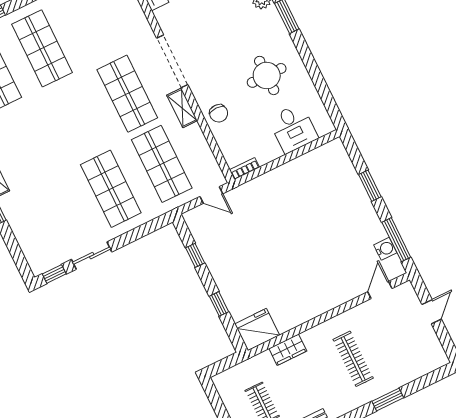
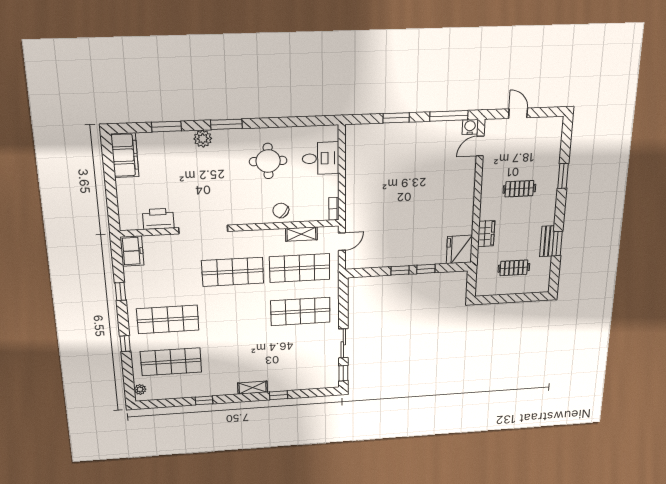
doorway: (172, 61) -> (203, 230), moved
shelving: (182, 108) -> (301, 234), moved
chair: (219, 113) -> (281, 210), turned -144
water cooler: (385, 249) -> (470, 127), moved
window: (195, 255) -> (400, 270), moved
door: (380, 290) -> (480, 146), hinge flipped
clothes rail: (353, 359) -> (519, 189), width x0.73

